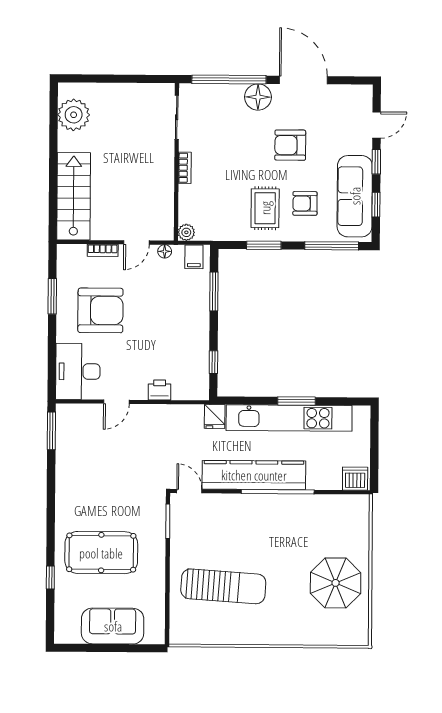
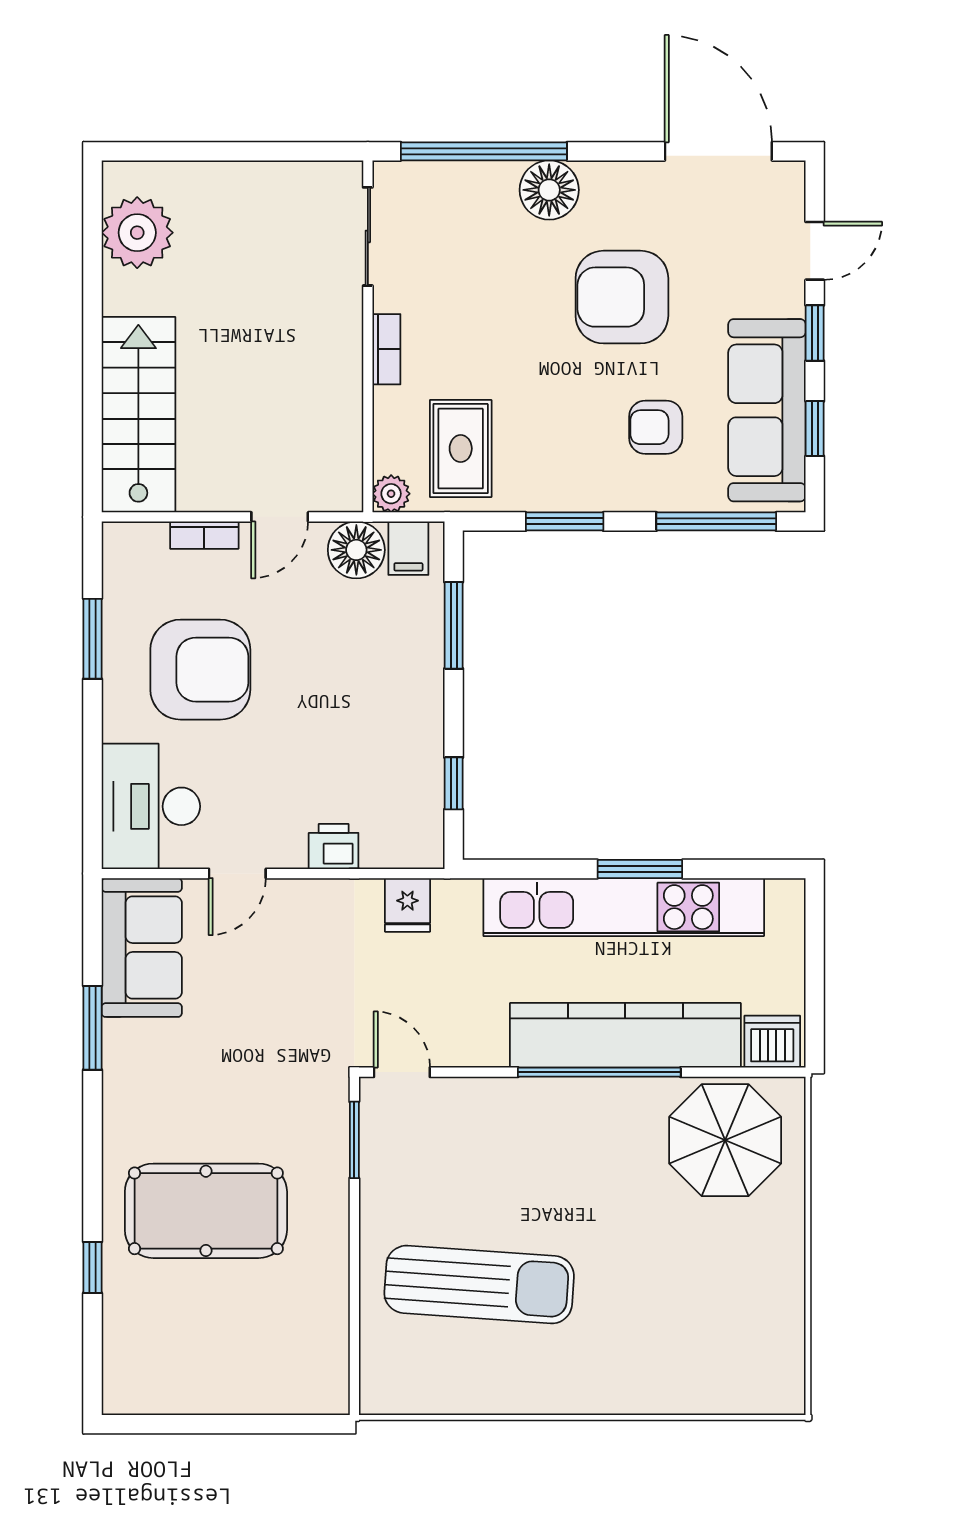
door: (303, 80) -> (718, 151), moved
armchair: (290, 145) -> (622, 297), width x1.36, depth x1.36
rug: (265, 208) -> (461, 449), moved
floor lamp: (165, 251) -> (356, 550), width x1.89, depth x1.89
fridge: (215, 417) -> (407, 905), moved
window: (51, 431) -> (93, 1028), moved
kitchen counter: (254, 475) -> (625, 1035), moved
parasol: (336, 583) -> (725, 1140), moved
sofa: (113, 626) -> (142, 948), moved, turned 90

